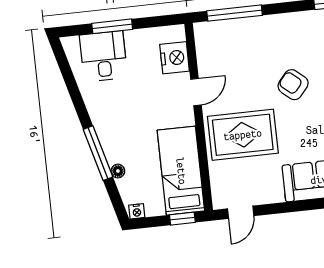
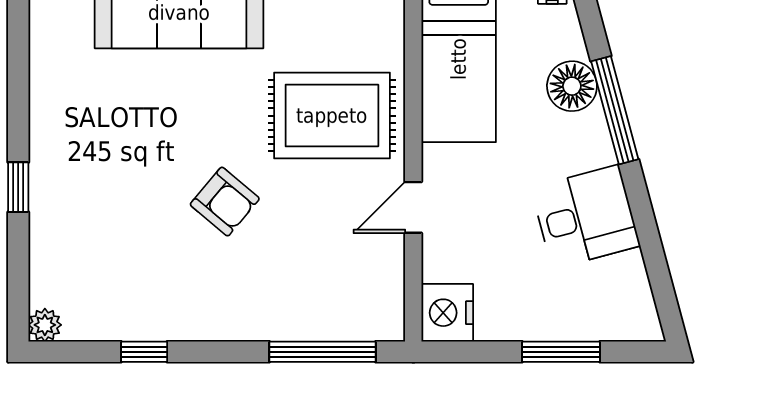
desk: (103, 56) -> (585, 217), moved, turned -105
nightstand: (175, 58) -> (447, 313), moved
floor lamp: (118, 171) -> (572, 86), width x1.89, depth x1.89

